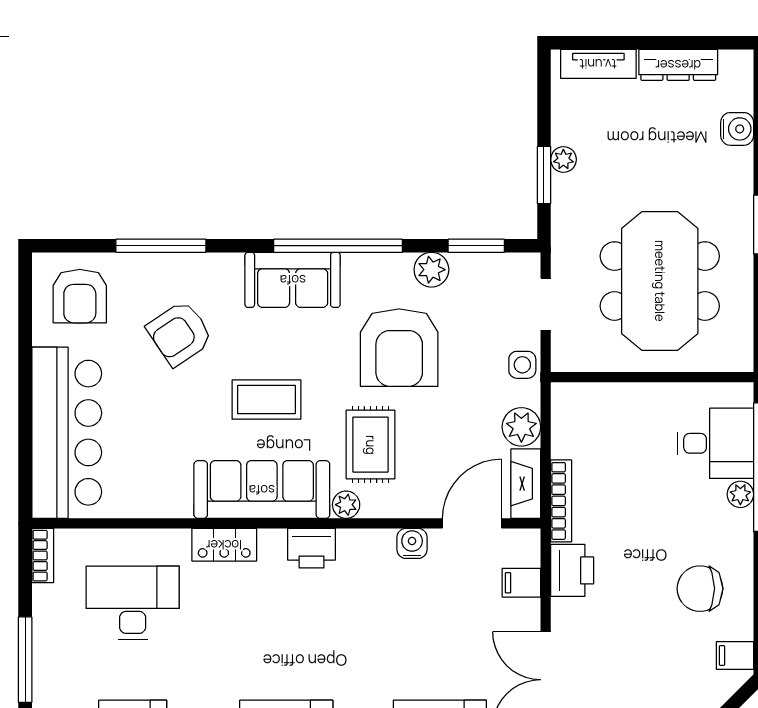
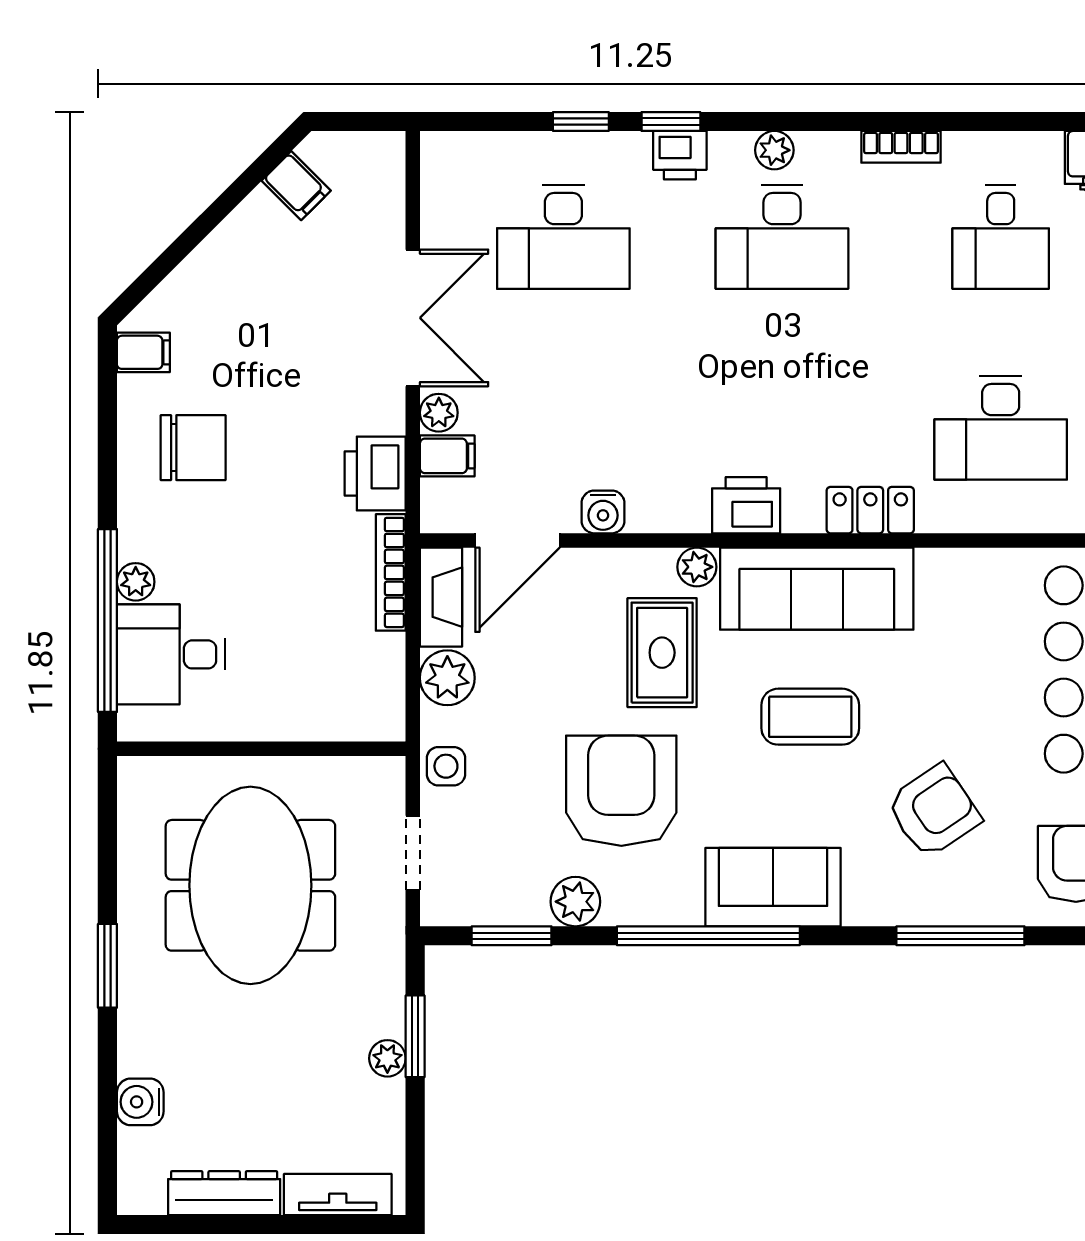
plant: (527, 613) -> (439, 413), added

